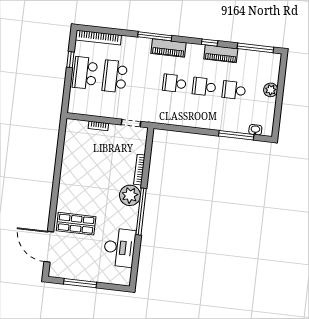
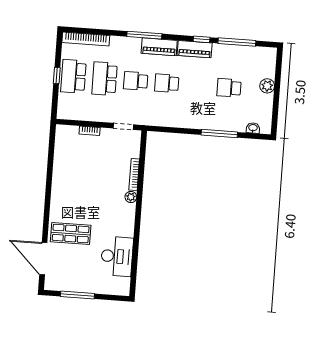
window: (255, 48) -> (237, 42), moved
piano: (221, 54) -> (195, 49), moved
window: (70, 60) -> (57, 76), moved
school desk: (204, 87) -> (136, 81), moved
window: (236, 135) -> (219, 133), moved
plant: (130, 195) -> (131, 197), width x0.53, depth x0.53
window: (141, 212) -> (138, 218), removed

